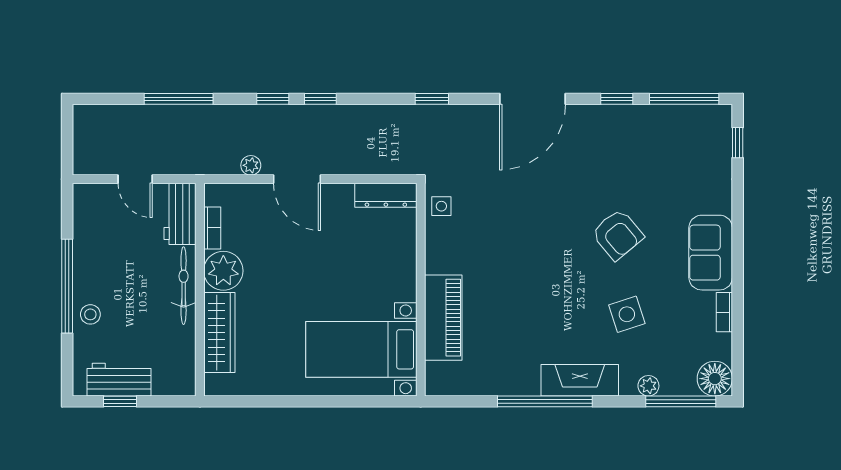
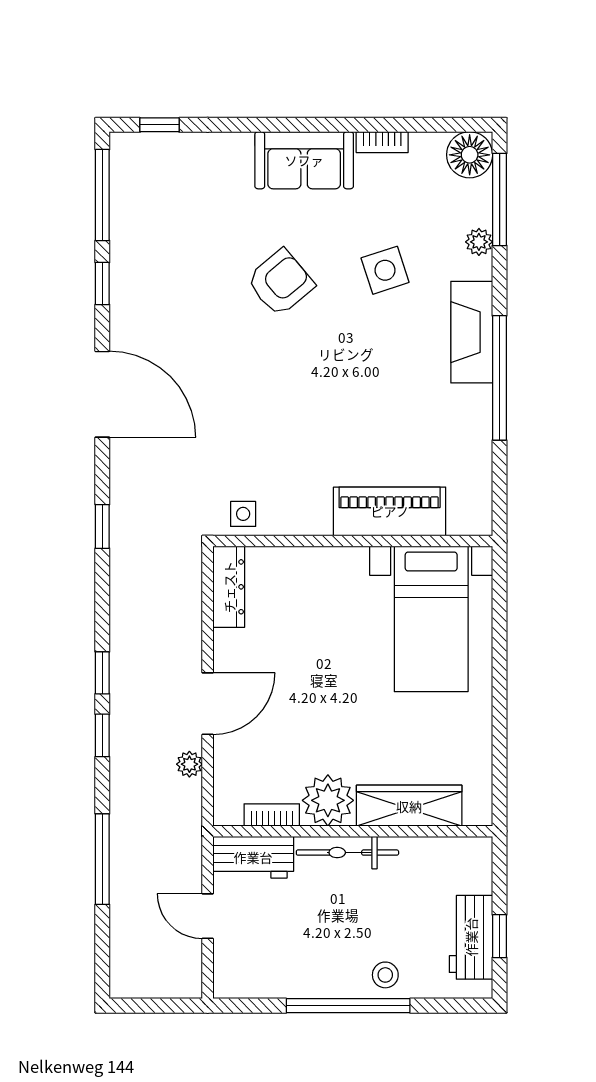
door: (135, 179) -> (208, 916), swing flipped

